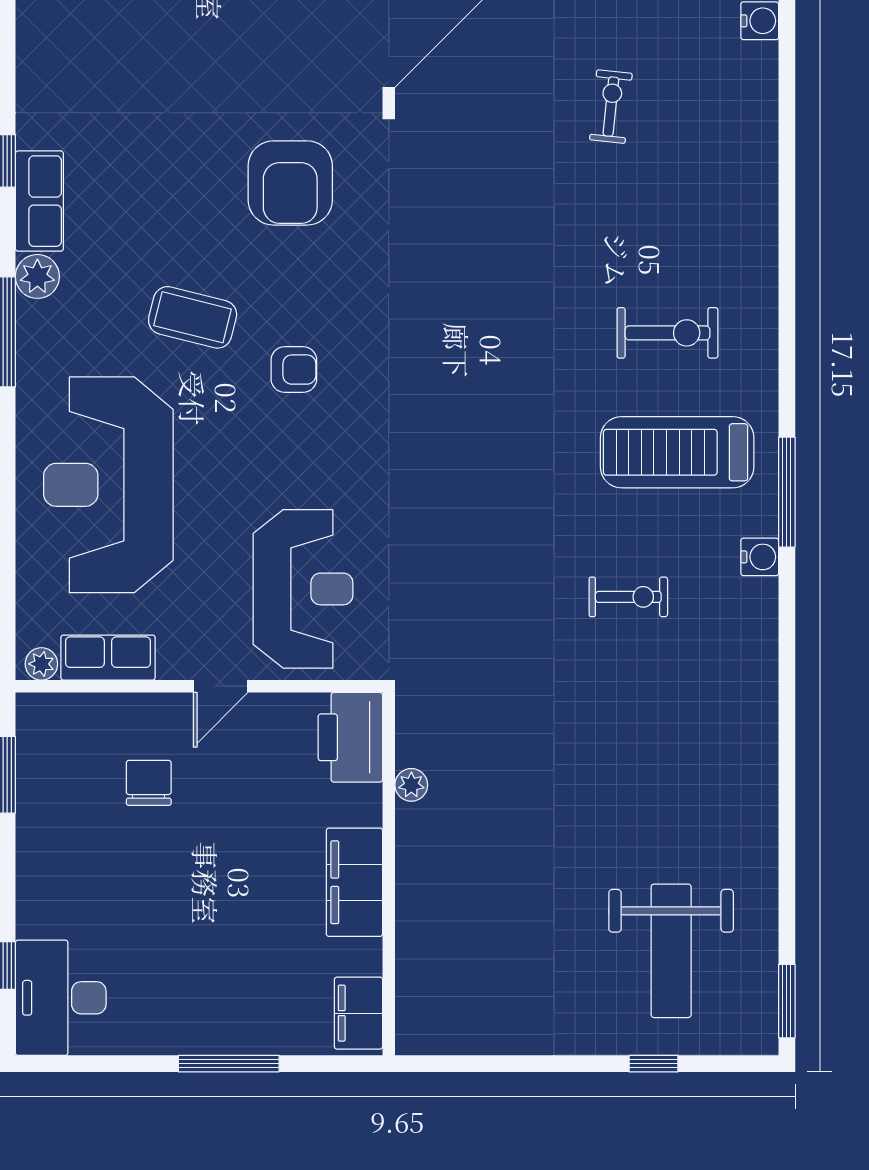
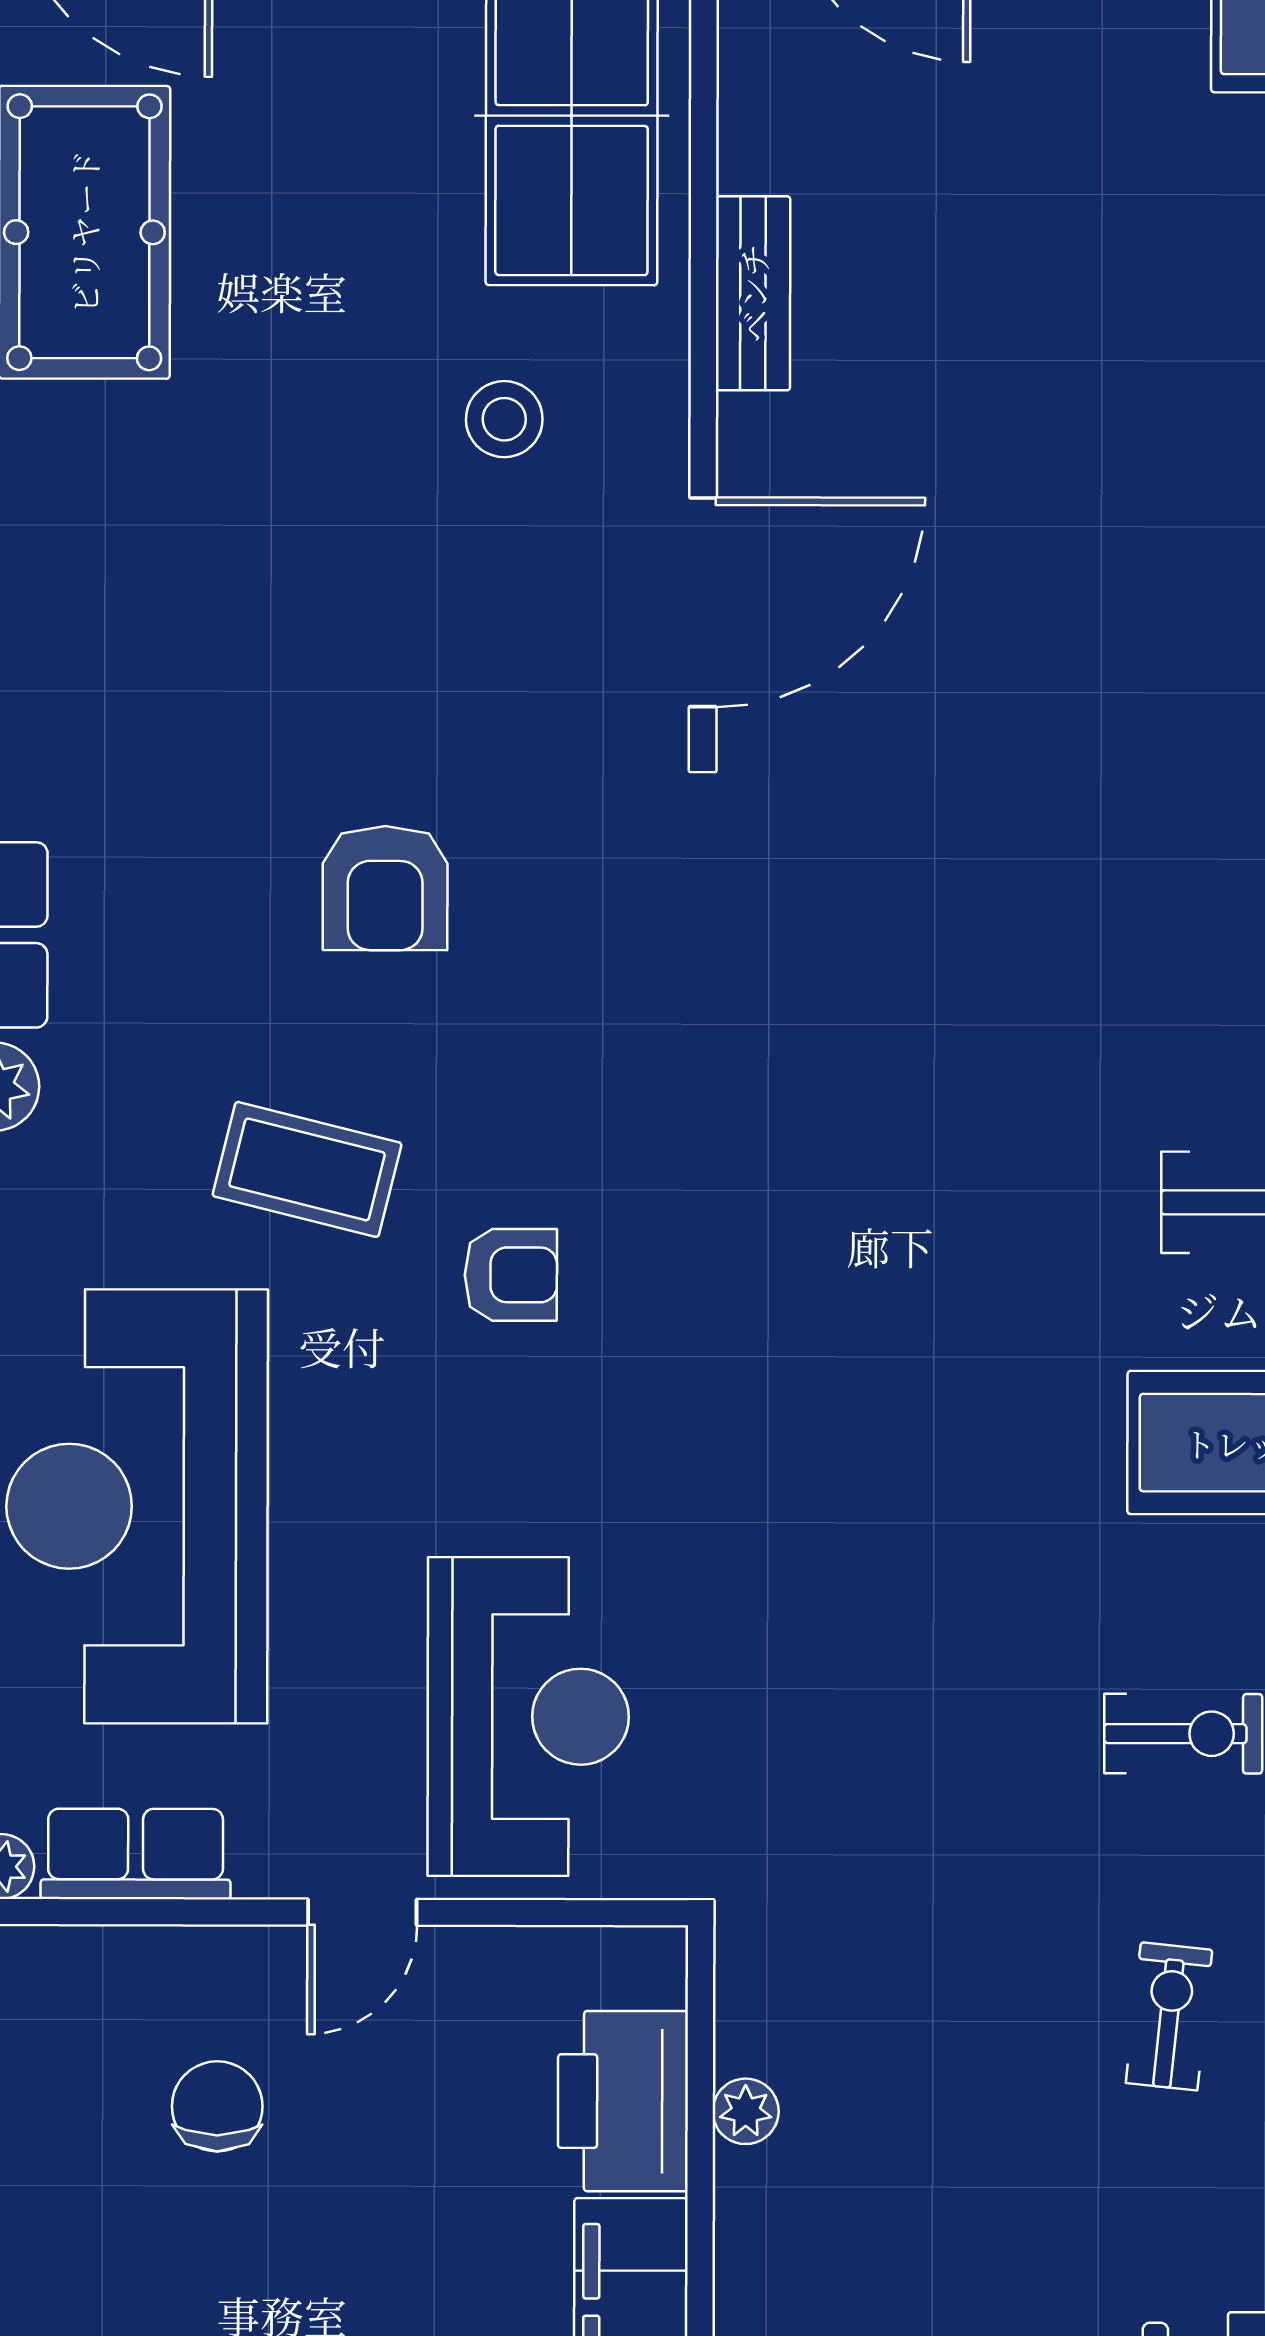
exercise bike: (611, 107) -> (1169, 2016), moved
armchair: (290, 183) -> (385, 888), moved, width x0.73, depth x0.73
printer: (350, 737) -> (623, 2101), moved

